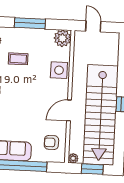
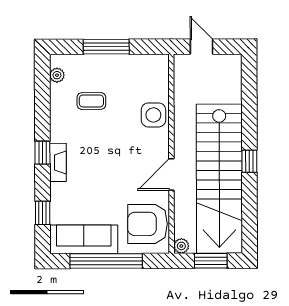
plant: (62, 38) -> (156, 67), removed
armchair: (51, 142) -> (148, 224), width x1.88, depth x1.88

